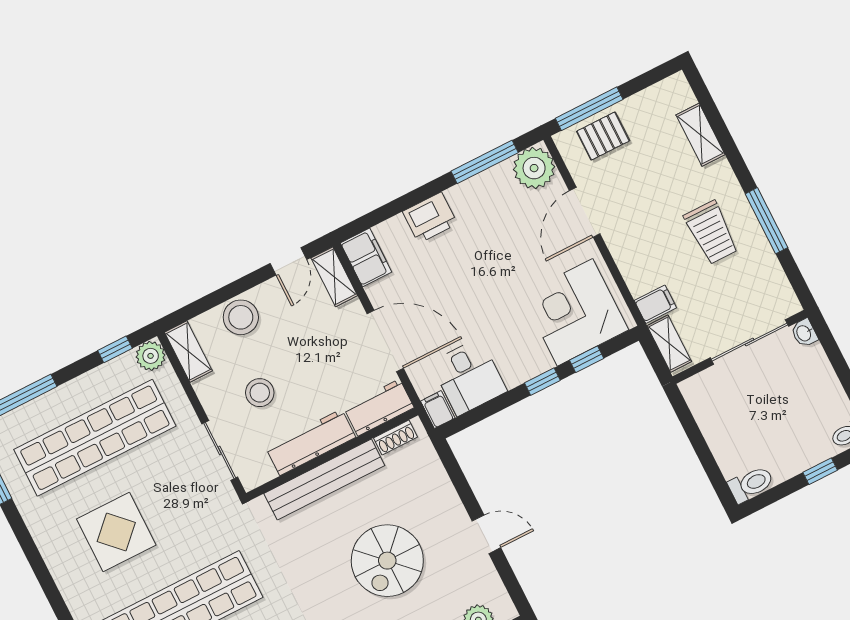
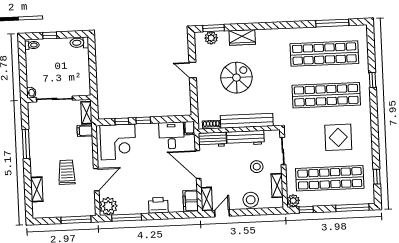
pallet: (603, 136) -> (75, 206), removed
trolley: (711, 232) -> (67, 172), moved
shelving: (188, 352) -> (277, 186), moved

